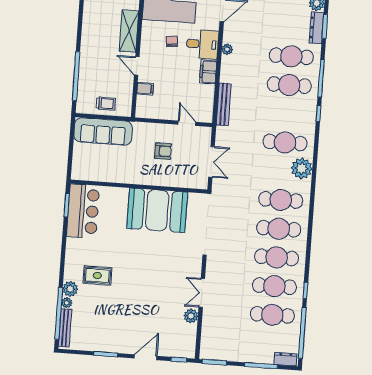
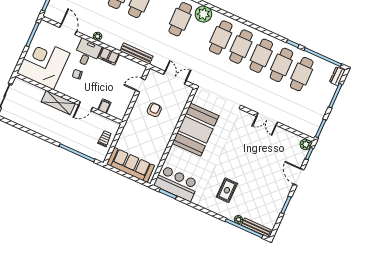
sofa: (103, 132) -> (131, 165), moved, turned -90
plant: (70, 289) -> (229, 213), removed
plant: (191, 316) -> (306, 144), moved

